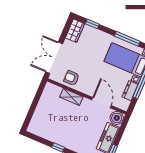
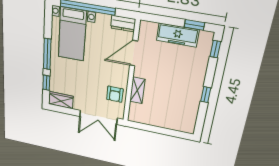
window: (127, 39) -> (47, 54), moved
dresser: (130, 91) -> (123, 24), moved
boiler: (117, 118) -> (148, 30), removed

